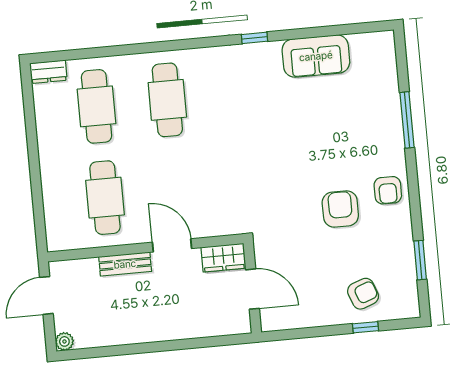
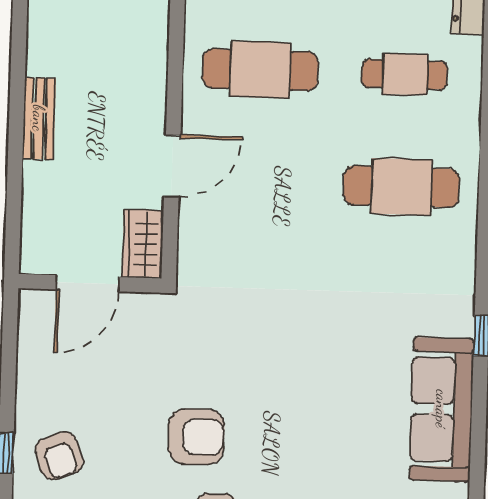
sofa: (316, 56) -> (442, 409), width x1.36
cafe table: (97, 106) -> (405, 74), width x0.73, depth x0.74
bench: (125, 264) -> (39, 118), moved

